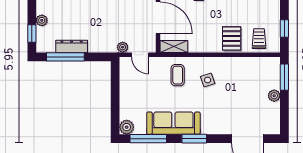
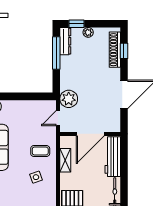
dresser: (72, 46) -> (65, 41), moved
shelving: (174, 46) -> (65, 160), moved
plant: (123, 47) -> (69, 99), width x1.88, depth x1.88

